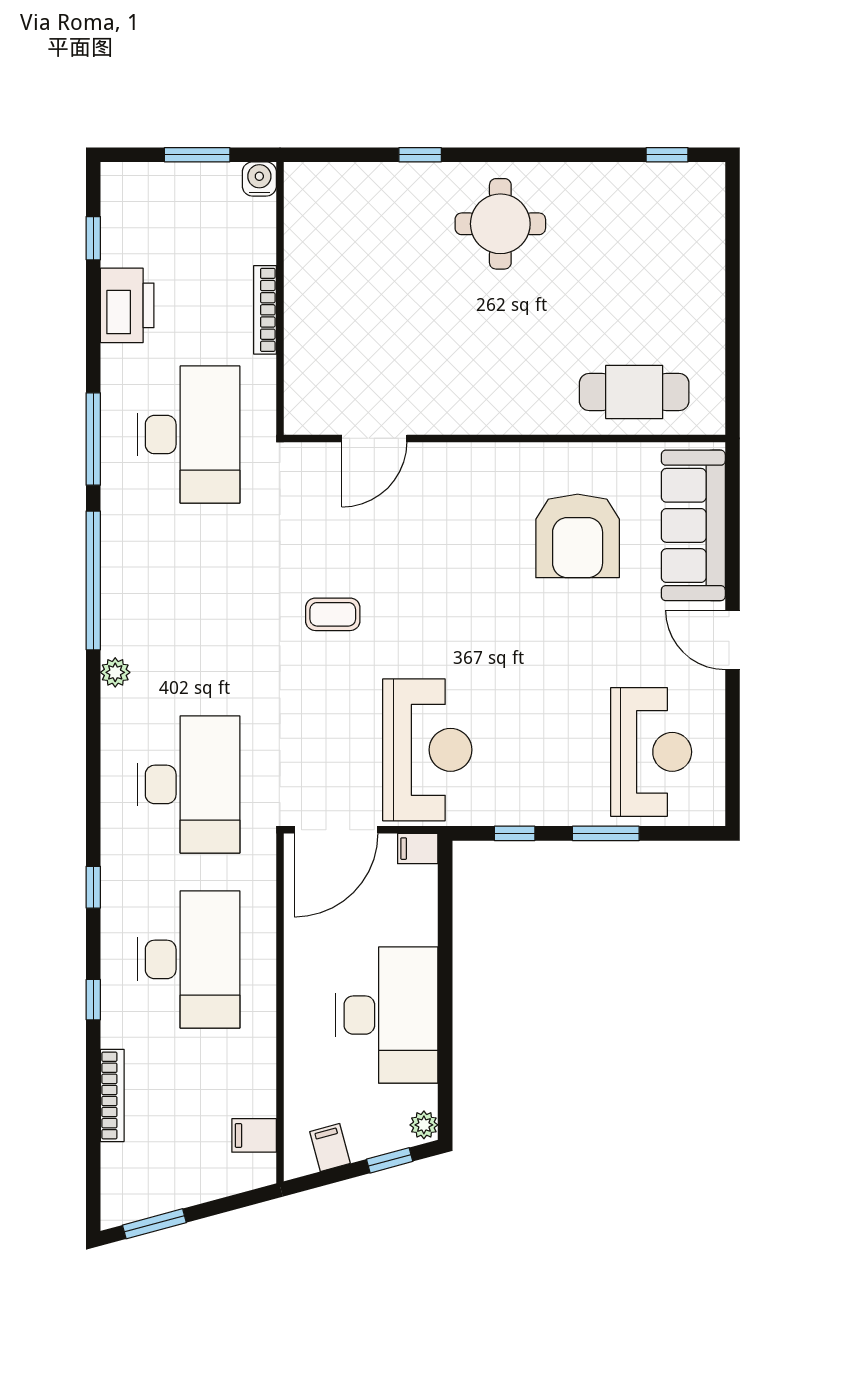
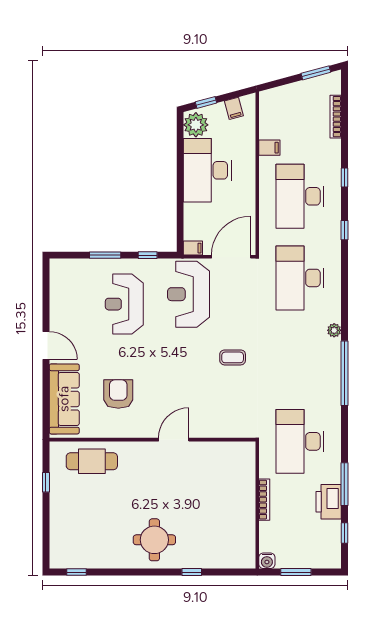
window: (732, 347) -> (46, 482), added
door: (374, 438) -> (174, 440), moved
window: (93, 439) -> (344, 484), moved
armchair: (578, 536) -> (118, 394), width x0.73, depth x0.73
reception desk: (651, 752) -> (124, 304), moved
bookcase: (112, 1095) -> (336, 117), moved
plant: (424, 1125) -> (196, 125), width x1.87, depth x1.87
filing cabinet: (254, 1135) -> (269, 148), moved

